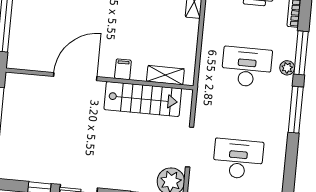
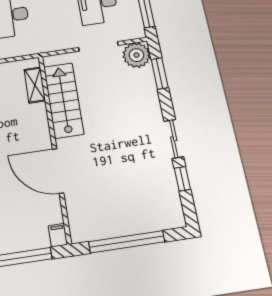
filing cabinet: (123, 69) -> (58, 235), moved, turned 90

